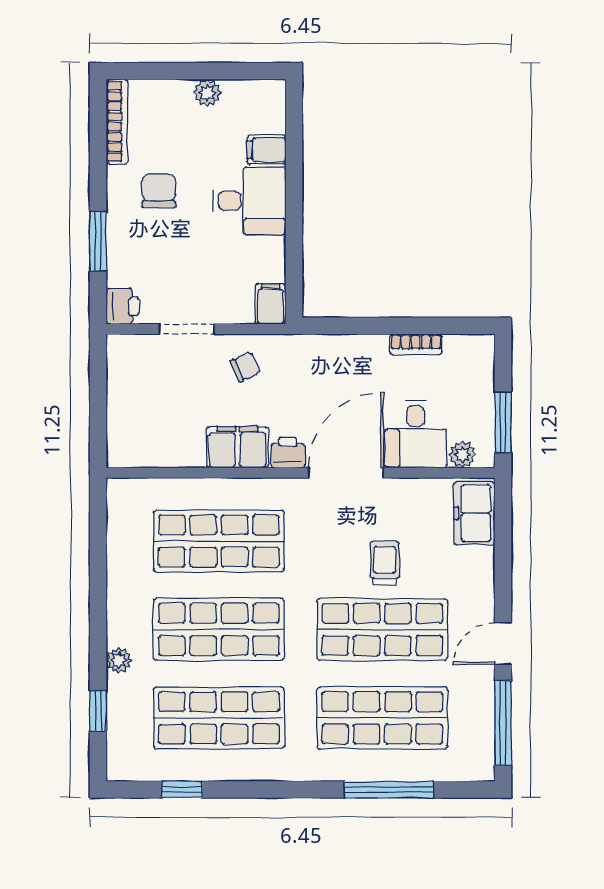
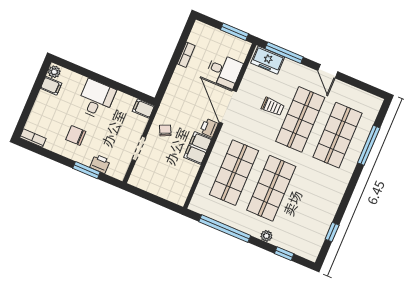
plant: (207, 93) -> (54, 72), moved
bookcase: (117, 122) -> (33, 138), width x0.64
filing cabinet: (266, 150) -> (51, 86), moved, turned -90
printer: (122, 306) -> (100, 164), moved
plant: (462, 455) -> (241, 55), removed
trolley: (385, 563) -> (273, 107), turned 180
window: (98, 570) -> (225, 229), added
shop shelf: (219, 718) -> (308, 204), removed
window: (503, 723) -> (284, 53), moved

